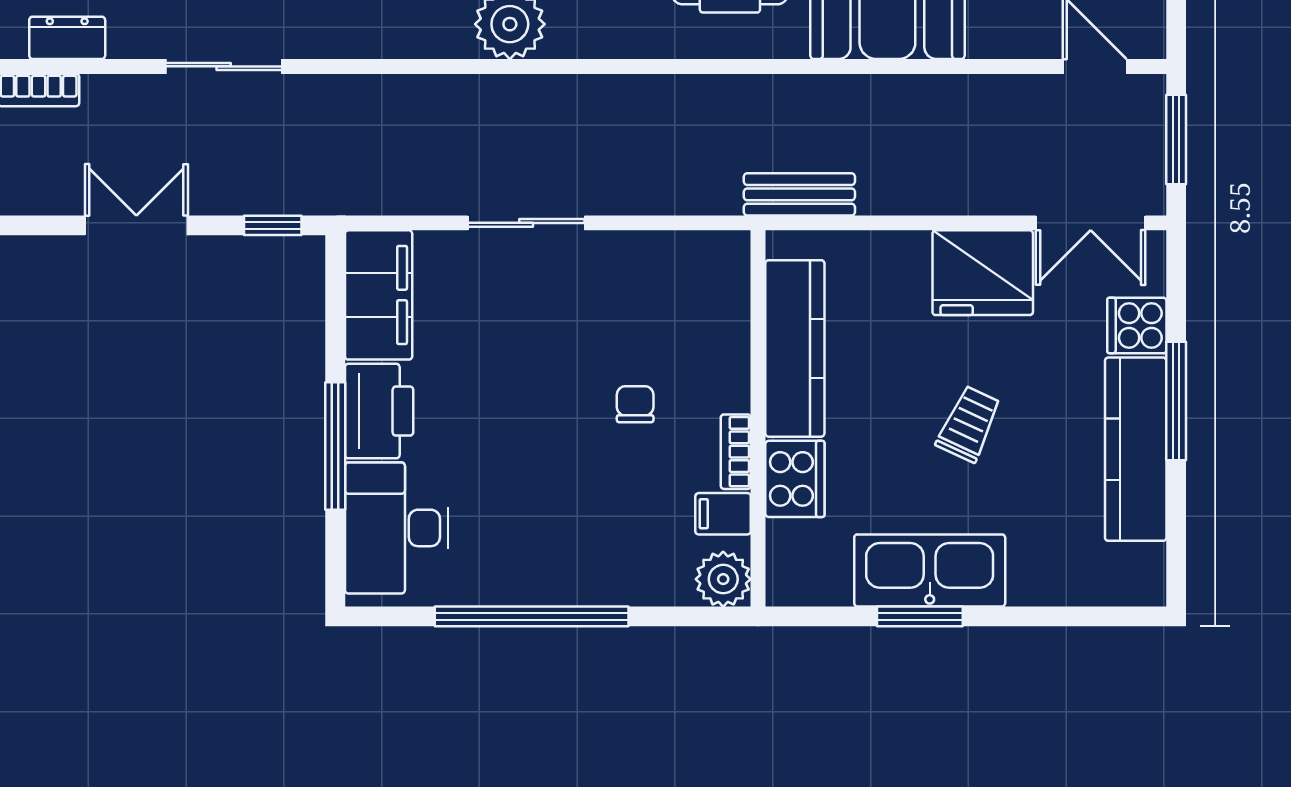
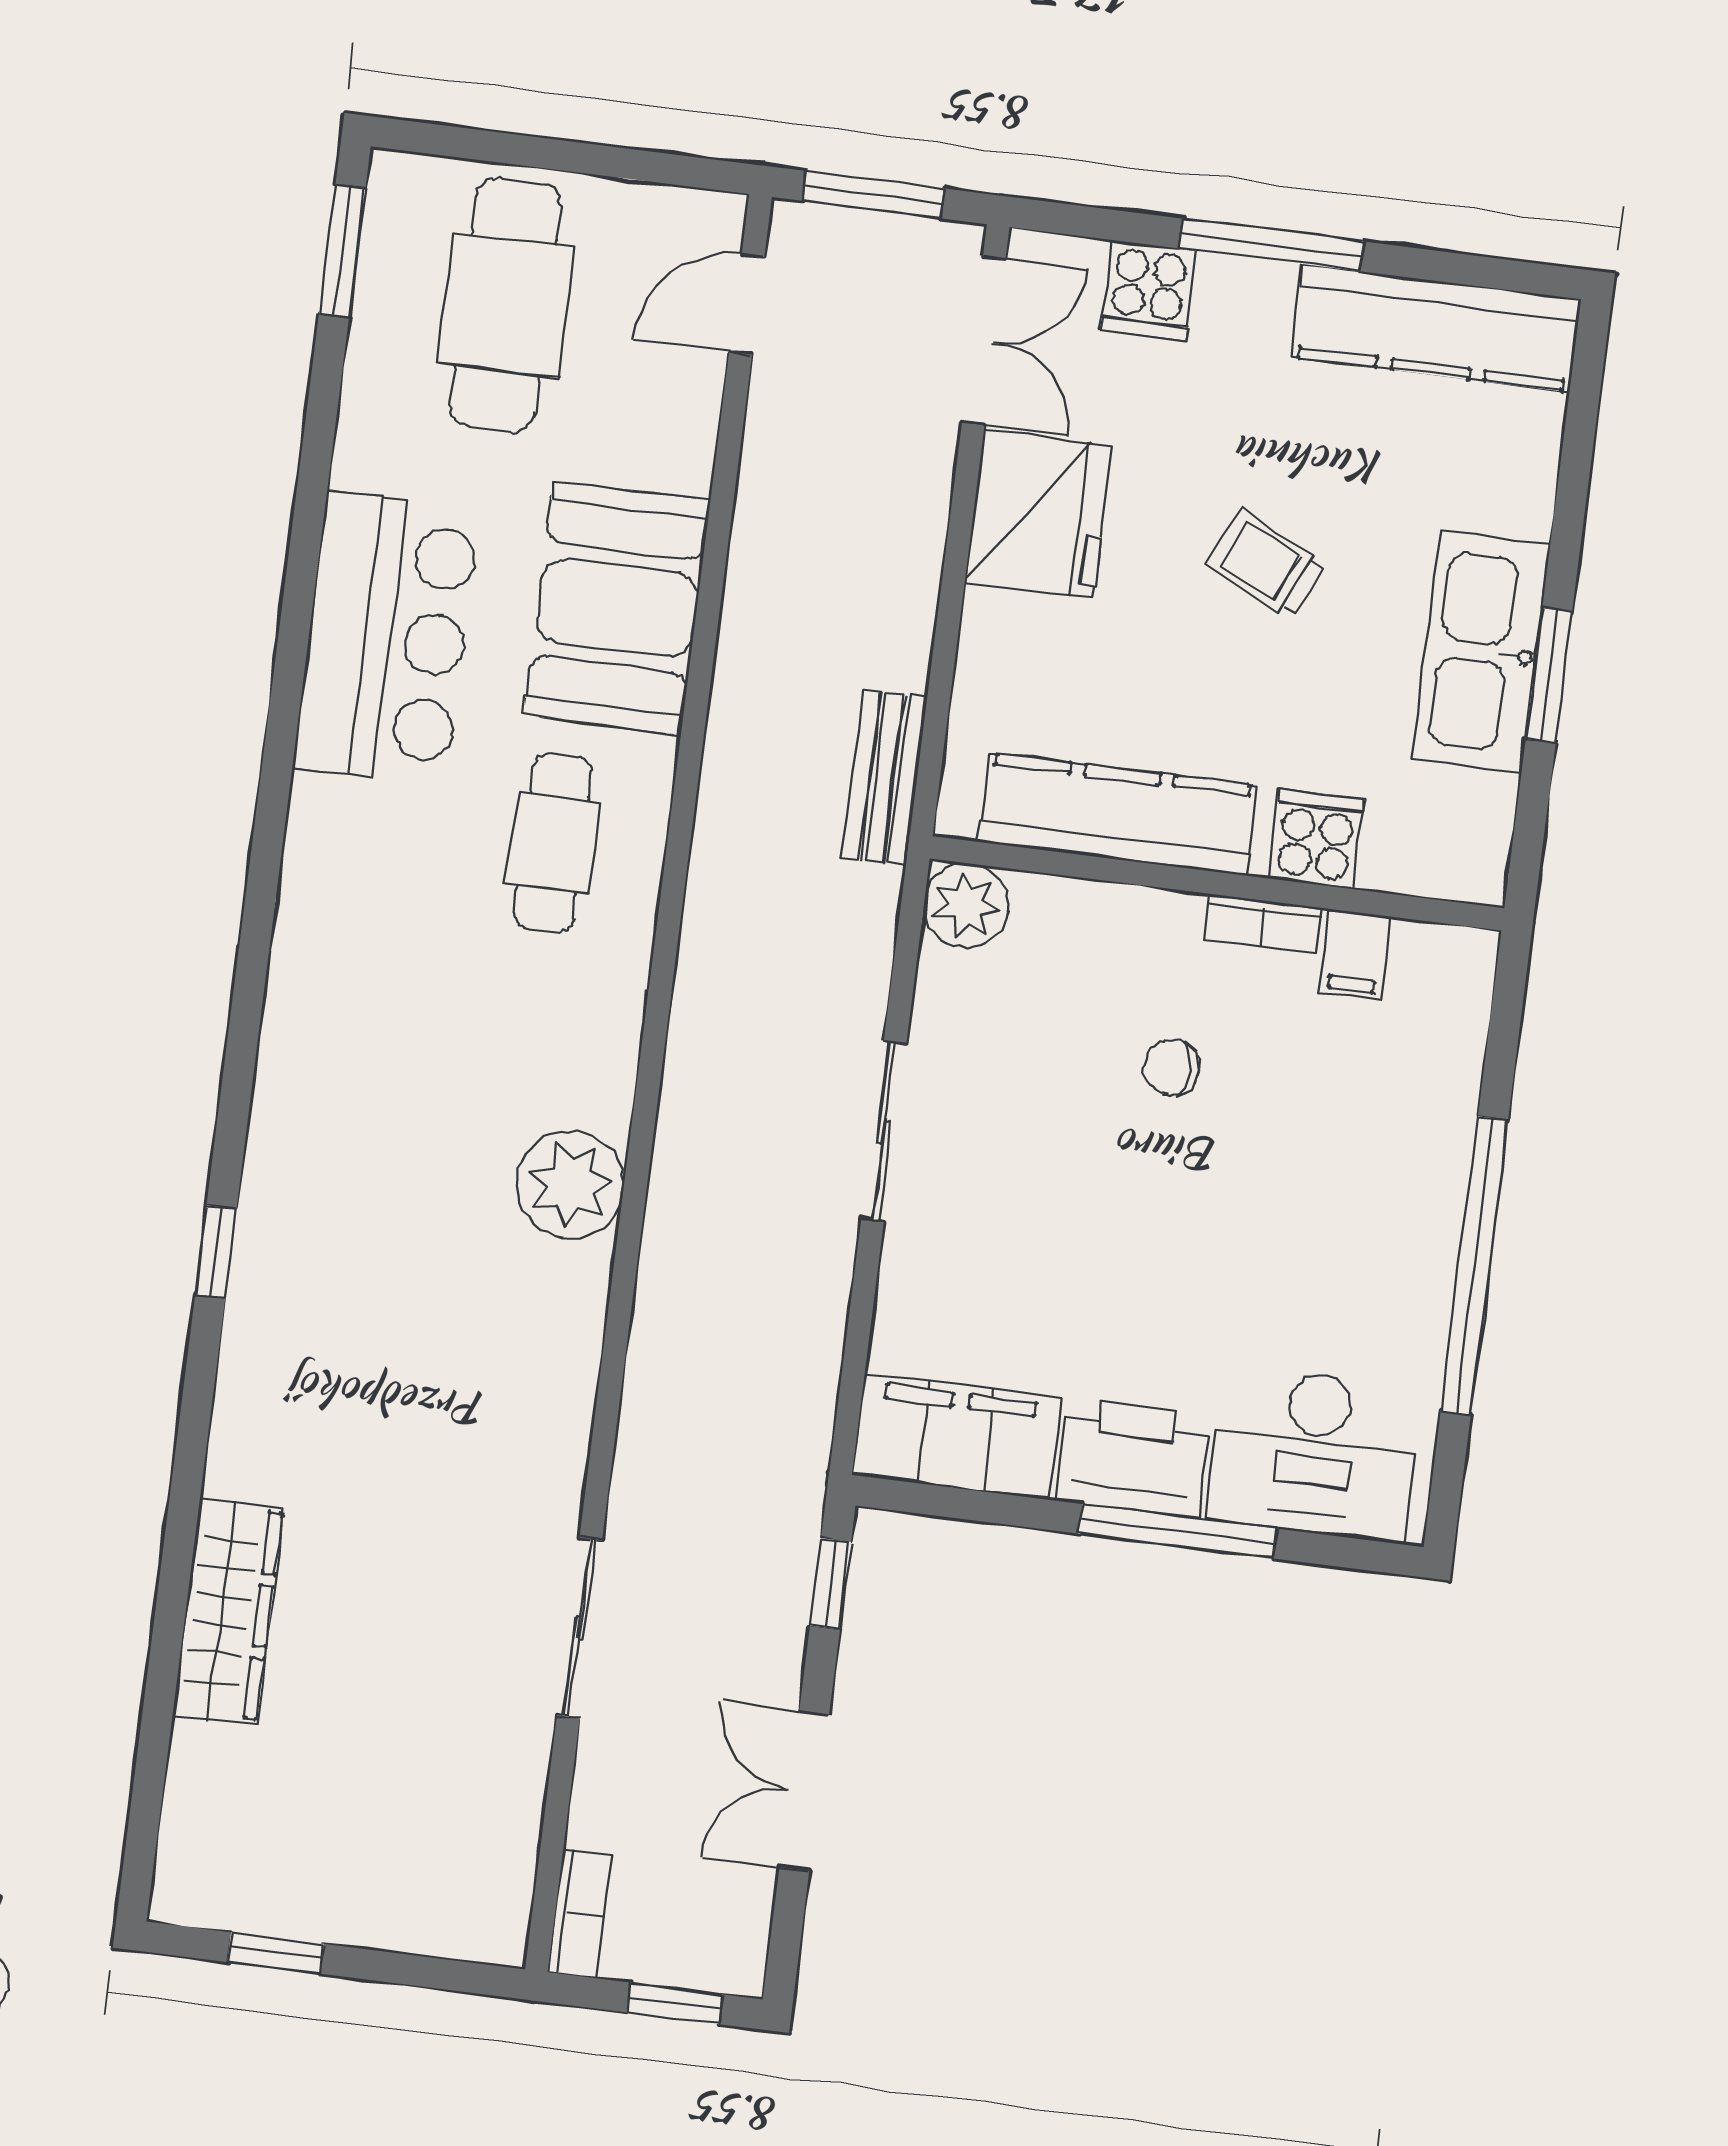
dresser: (67, 38) -> (506, 1860), removed
sliding door: (526, 223) -> (884, 1132), moved
kitchen counter: (1136, 449) -> (1436, 328), moved
cooker: (795, 479) -> (1316, 839), width x0.73
plant: (723, 579) -> (966, 906), moved

